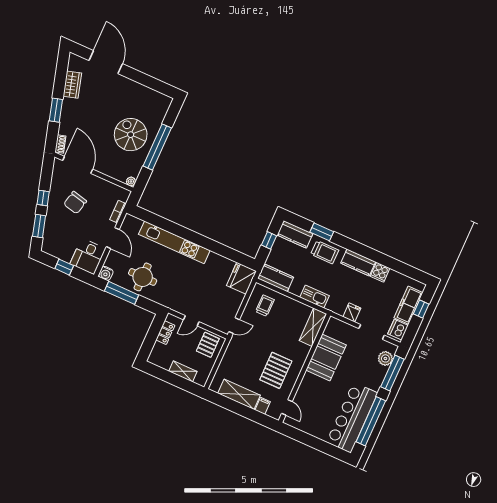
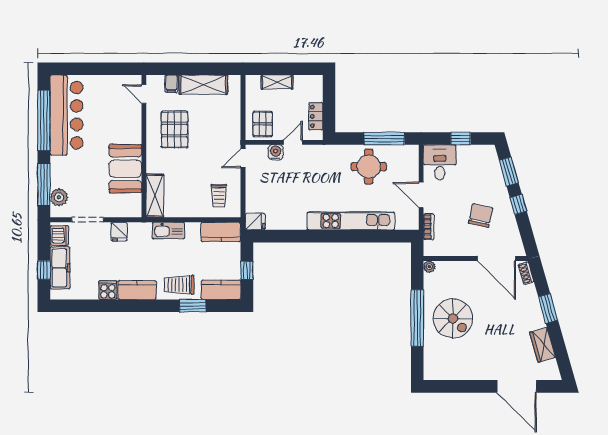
water cooler: (106, 273) -> (276, 152), moved
fridge: (241, 278) -> (255, 222), width x0.53, depth x0.75

